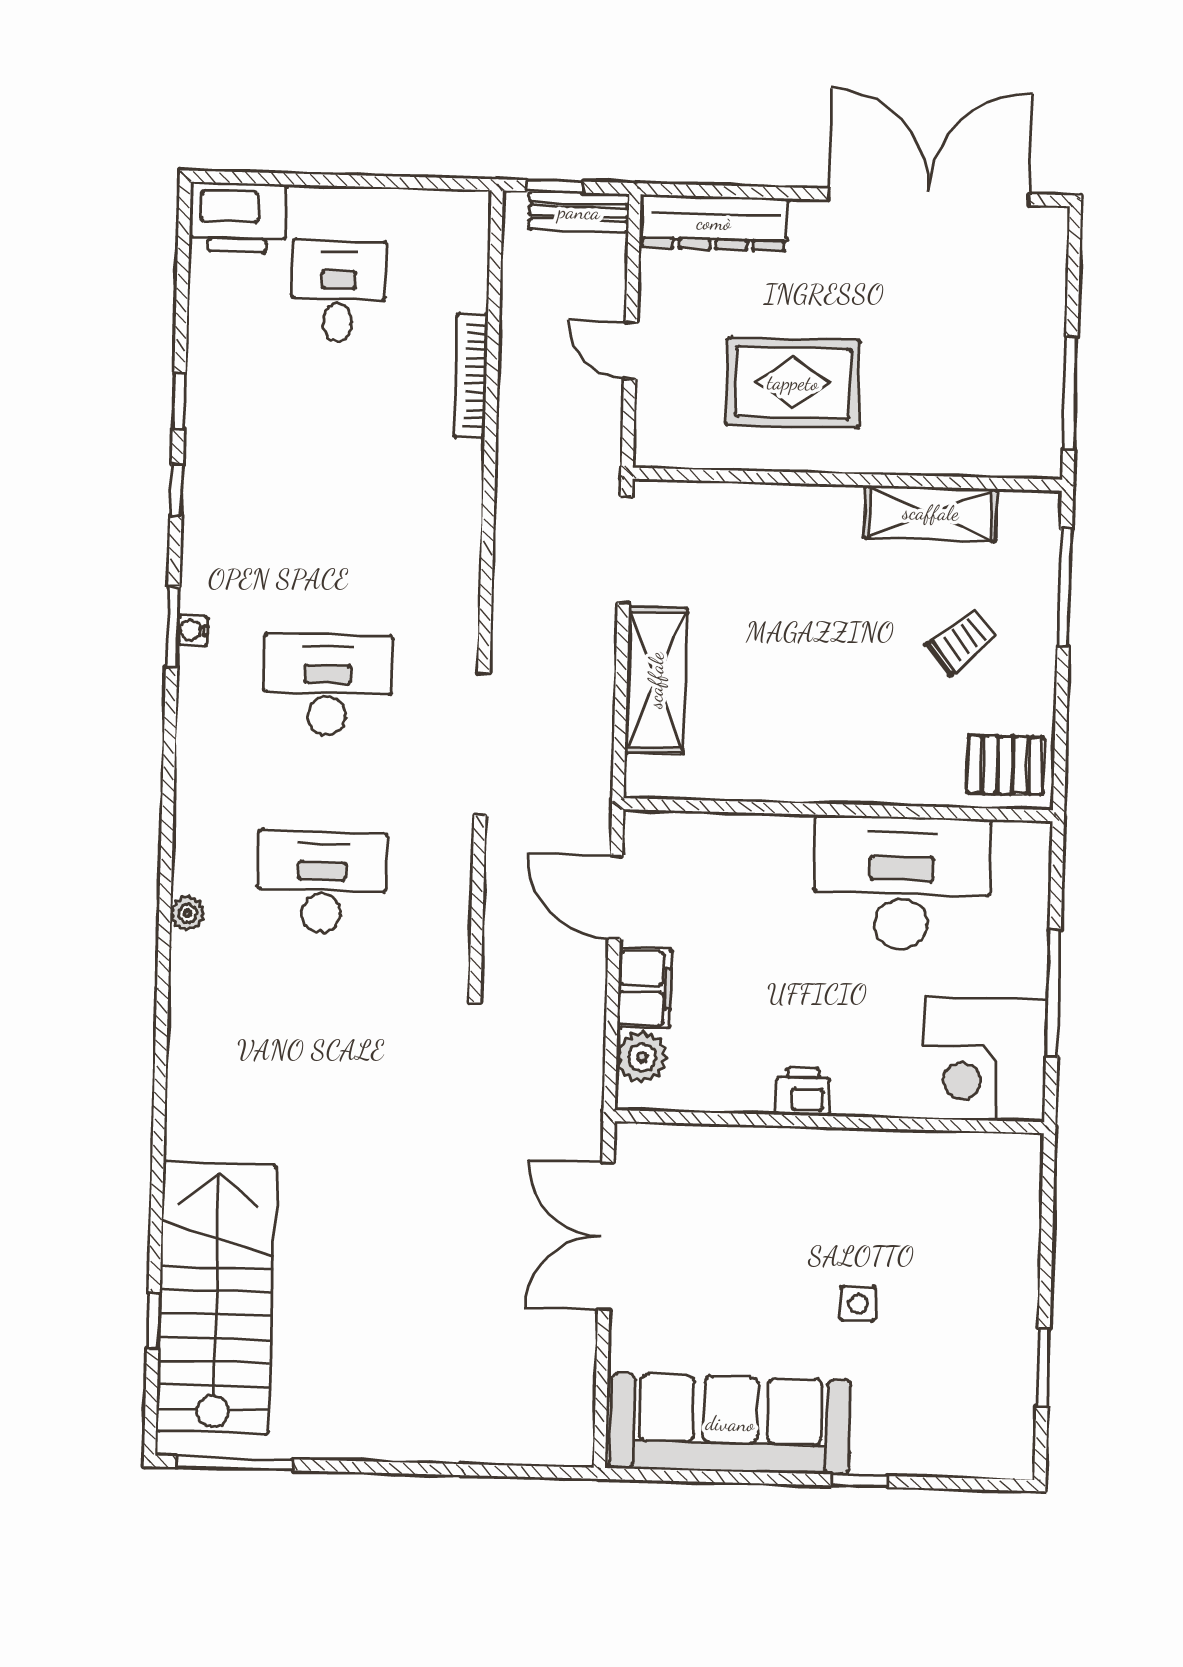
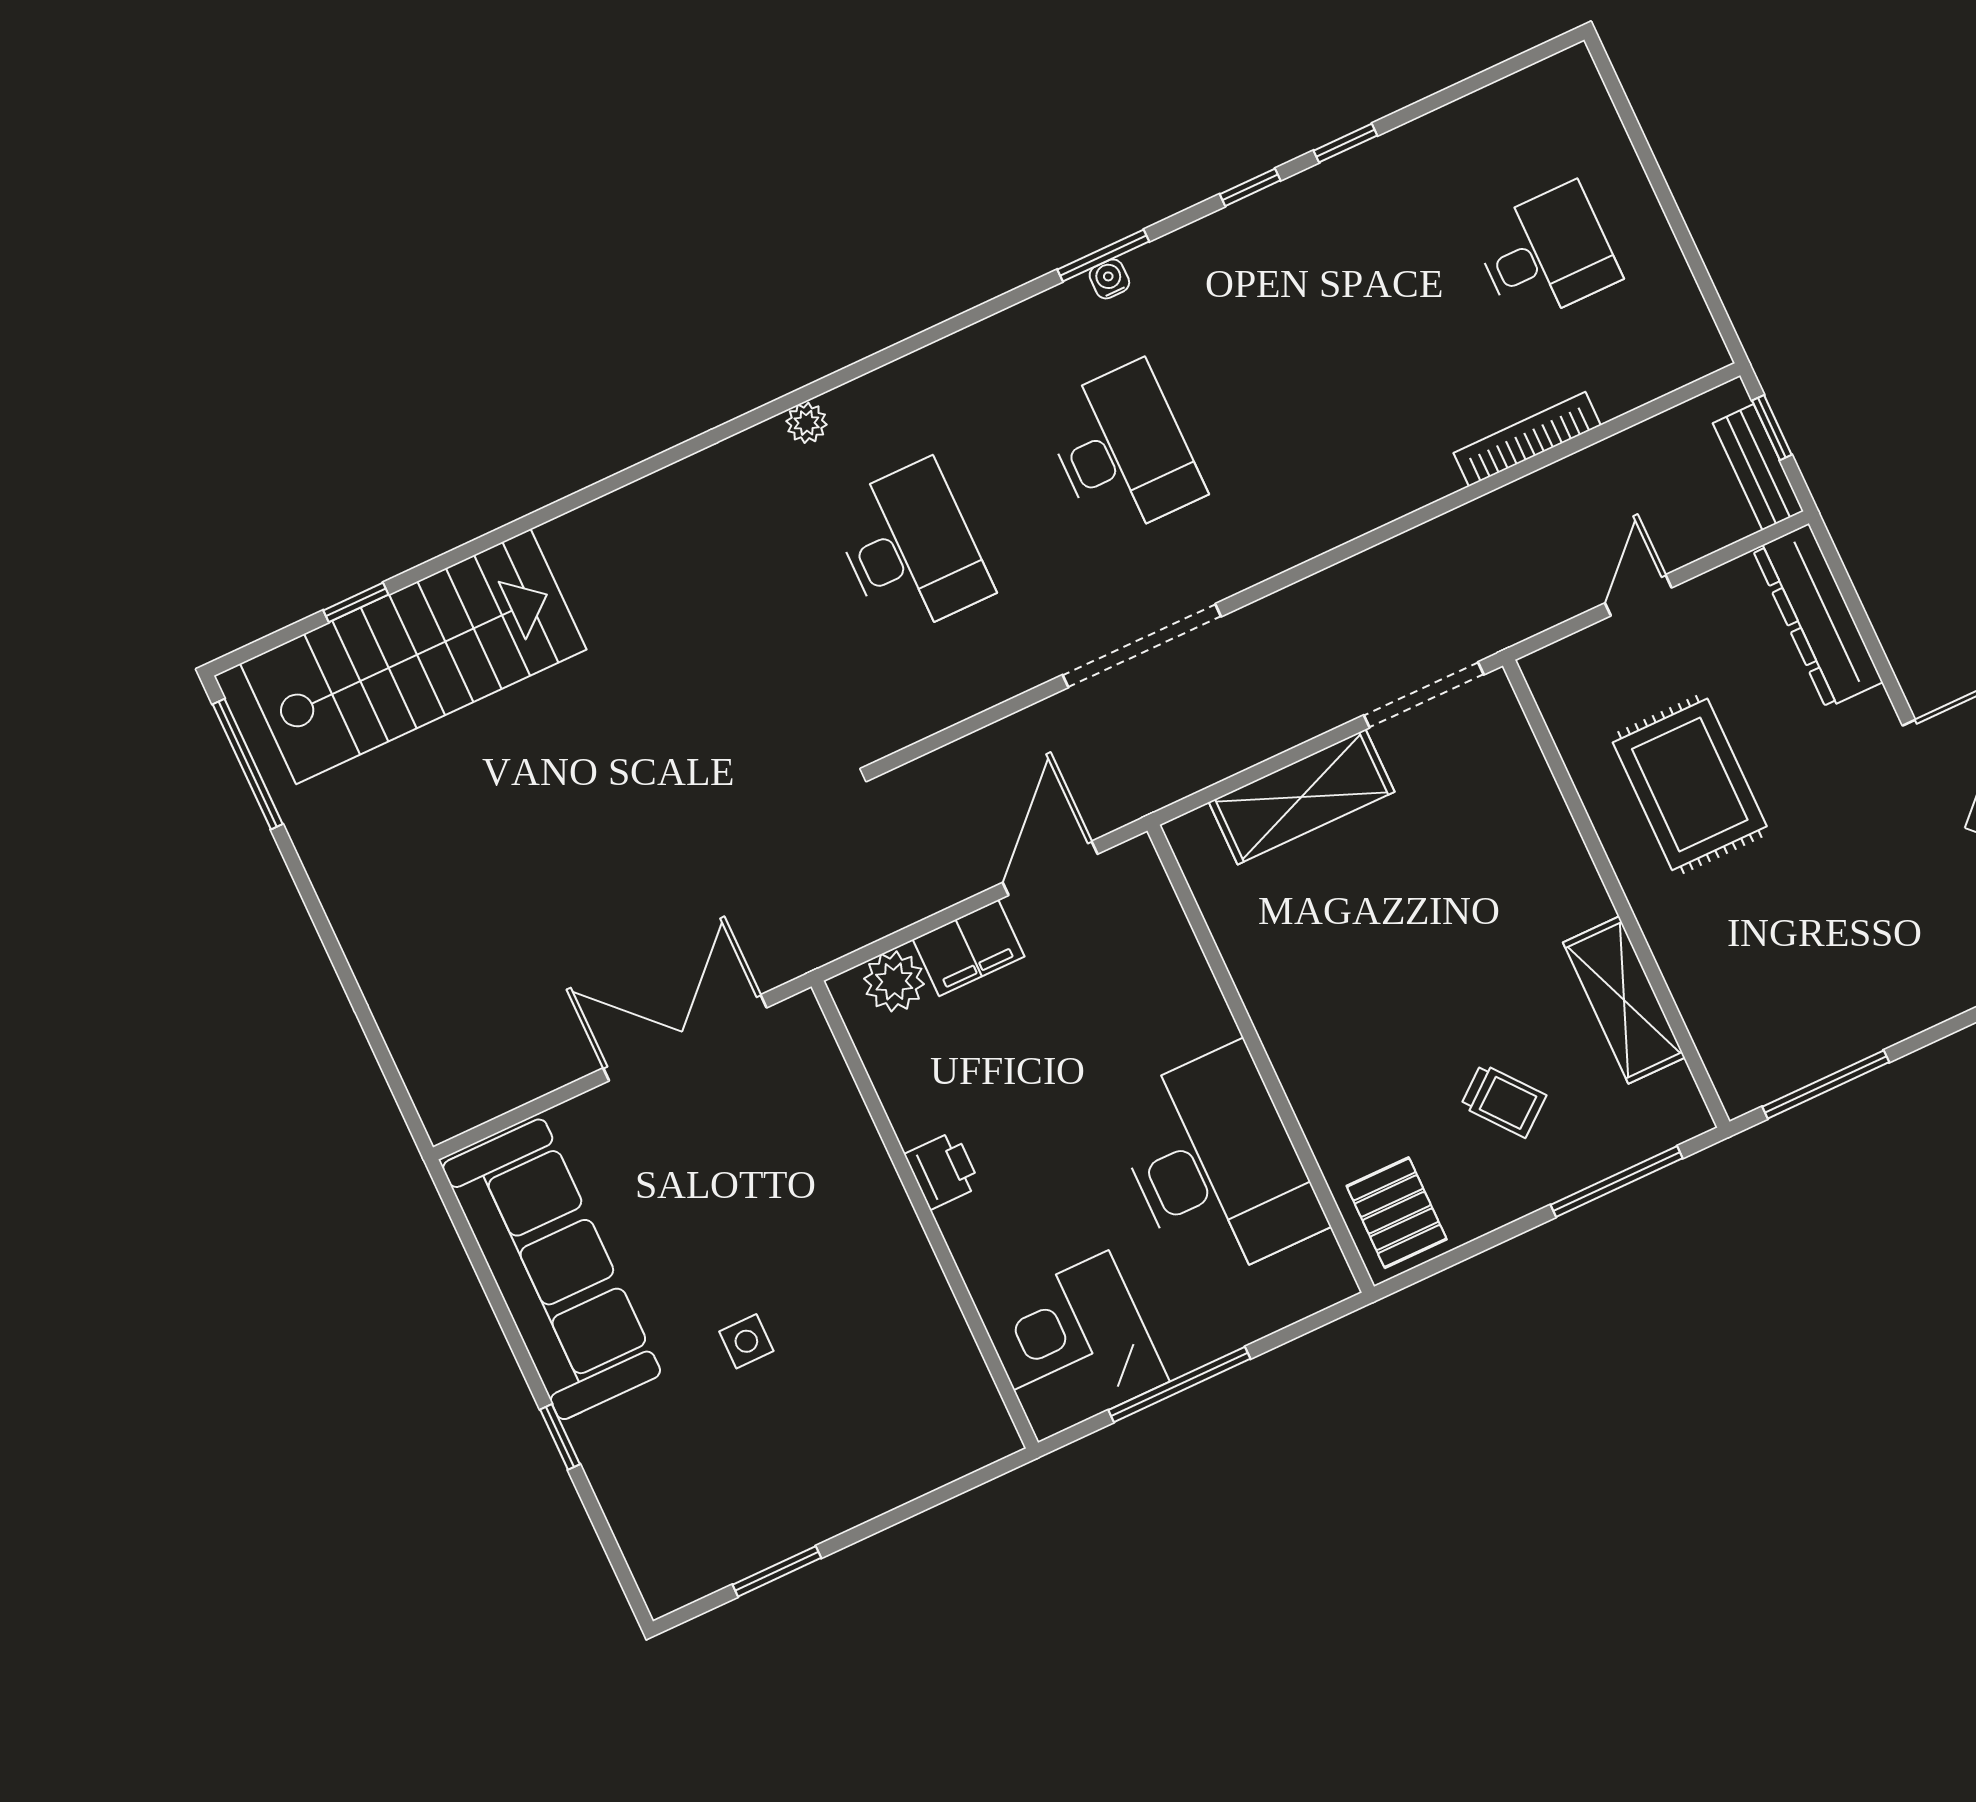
printer: (238, 218) -> (1571, 108), removed

